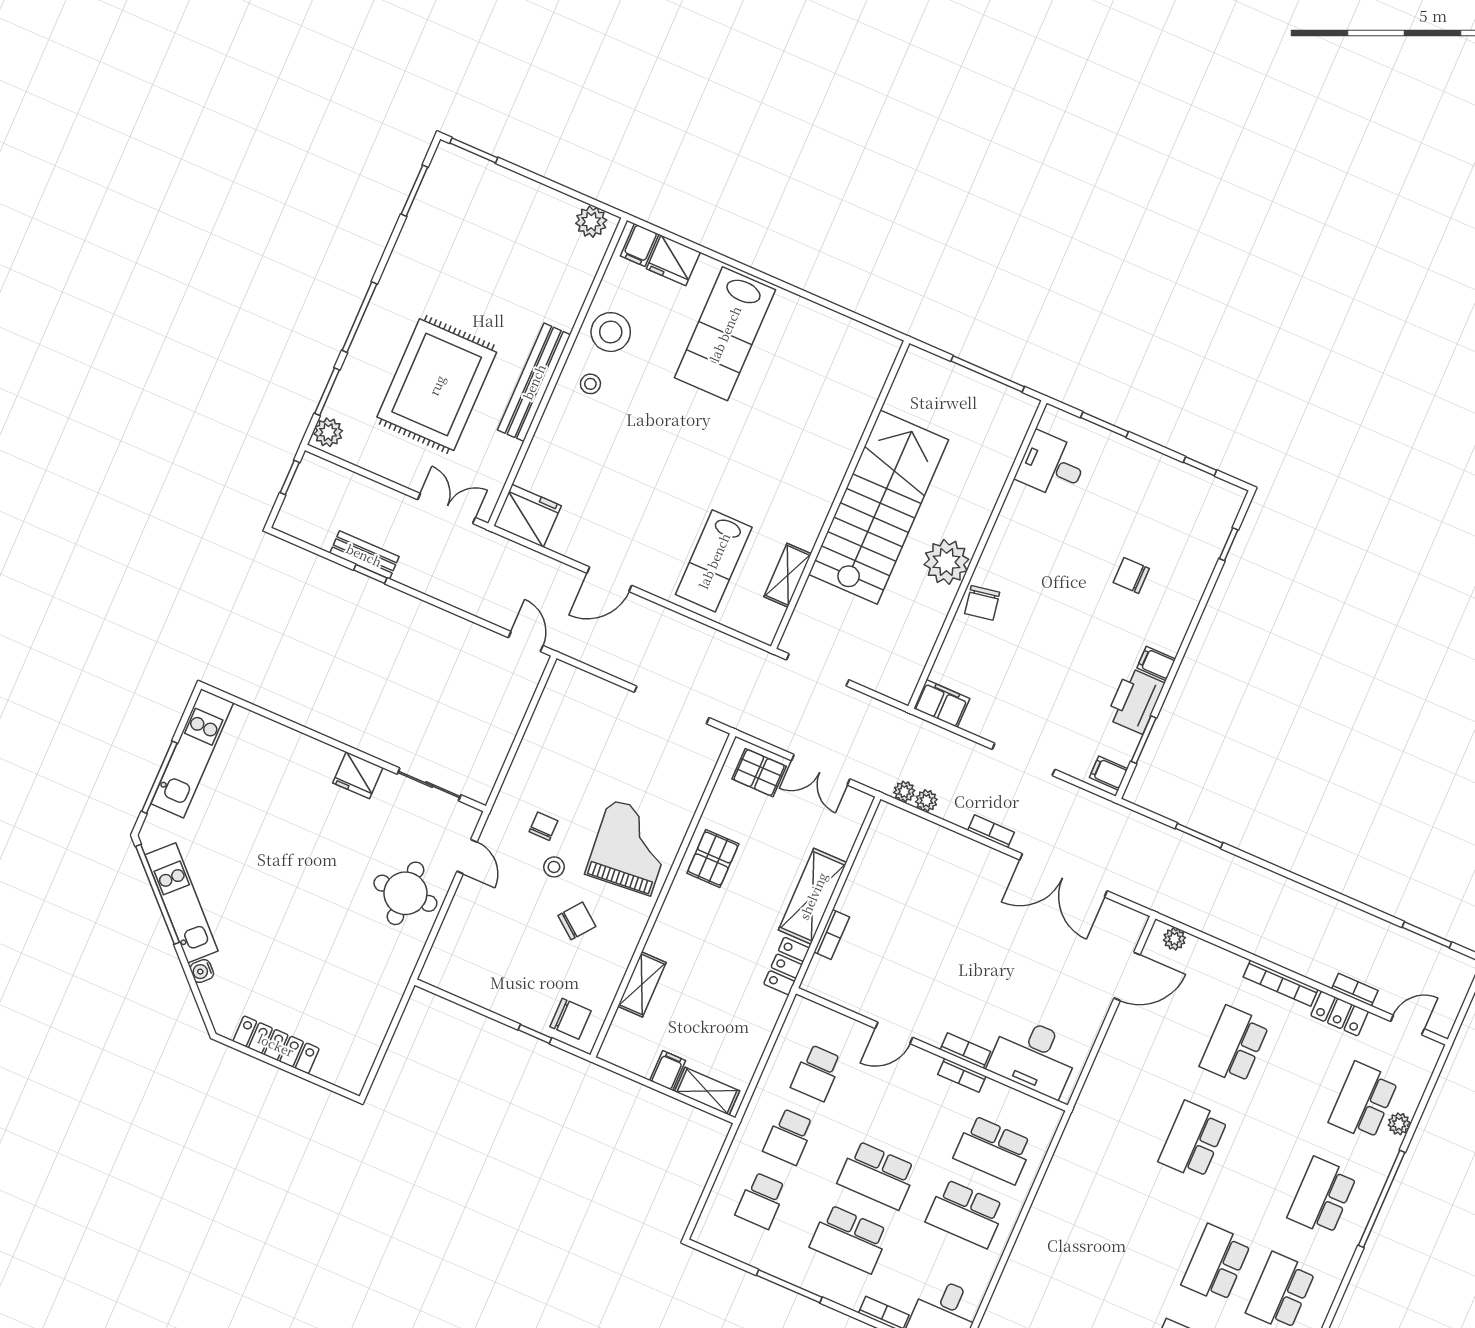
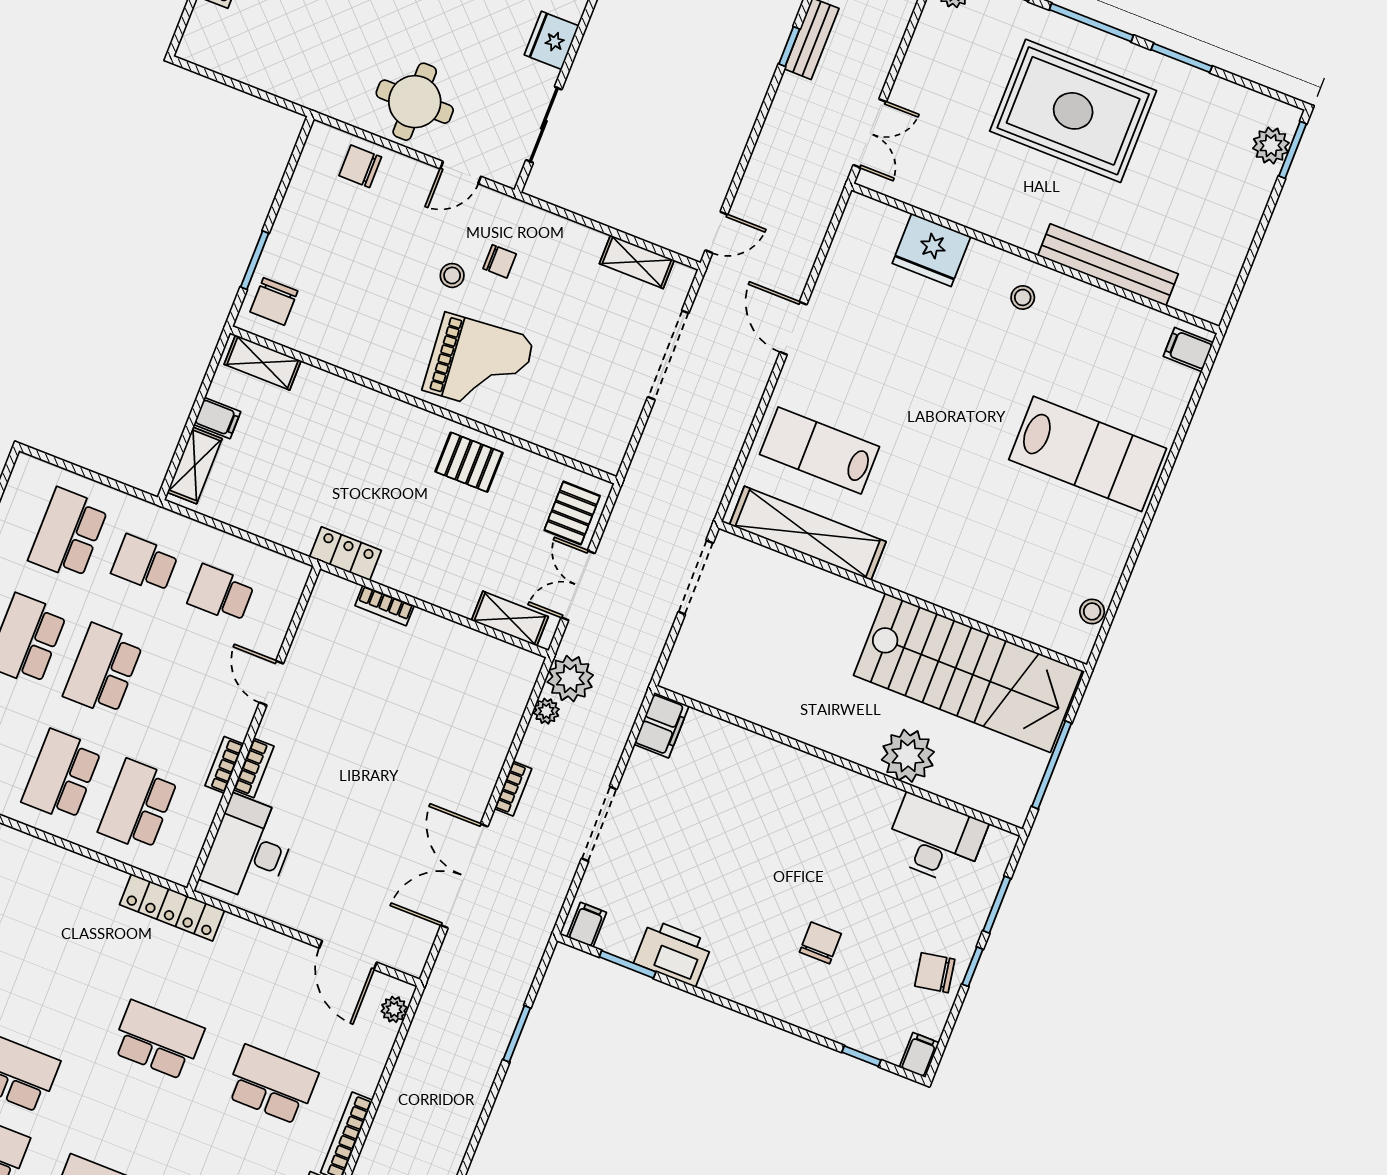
window: (414, 191) -> (1182, 58), moved
plant: (591, 222) -> (1271, 146), moved
fridge: (673, 260) -> (1172, 390), removed
stool: (611, 332) -> (1092, 611), moved, width x0.53, depth x0.53
lab bench: (725, 334) -> (1088, 454), turned 180
bench: (534, 382) -> (1108, 265), moved
rug: (437, 385) -> (1073, 111), moved
desk: (1052, 465) -> (935, 840), width x1.37
window: (1200, 466) -> (973, 967), moved
stairs: (879, 507) -> (968, 673), moved
fridge: (527, 516) -> (931, 250), moved, turned 90
plant: (946, 562) -> (908, 756), moved
shelving: (788, 575) -> (808, 533), width x2.20, depth x1.33
chair: (982, 603) -> (935, 973), moved
filing cabinet: (1156, 663) -> (919, 1055), moved
doorway: (672, 705) -> (668, 355), moved
shelving: (548, 710) -> (637, 262), added
plant: (904, 792) -> (570, 679), width x1.88, depth x1.88
shelving: (813, 896) -> (510, 619), moved, width x0.67, depth x0.75
chair: (577, 921) -> (360, 166), moved, turned 142
shelving: (642, 984) -> (263, 363), moved
window: (535, 1034) -> (255, 260), width x1.50
locker: (1081, 1124) -> (172, 908), added
school desk: (761, 1200) -> (68, 534), width x1.85

